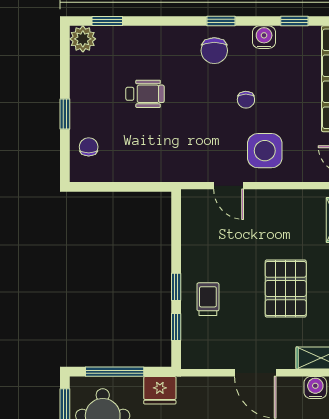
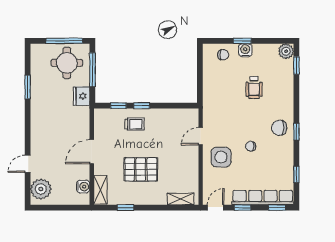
water cooler: (264, 37) -> (245, 50), moved, turned -90

